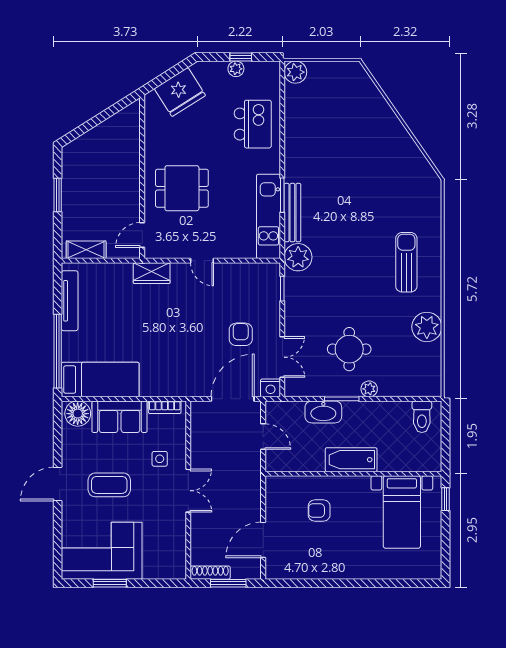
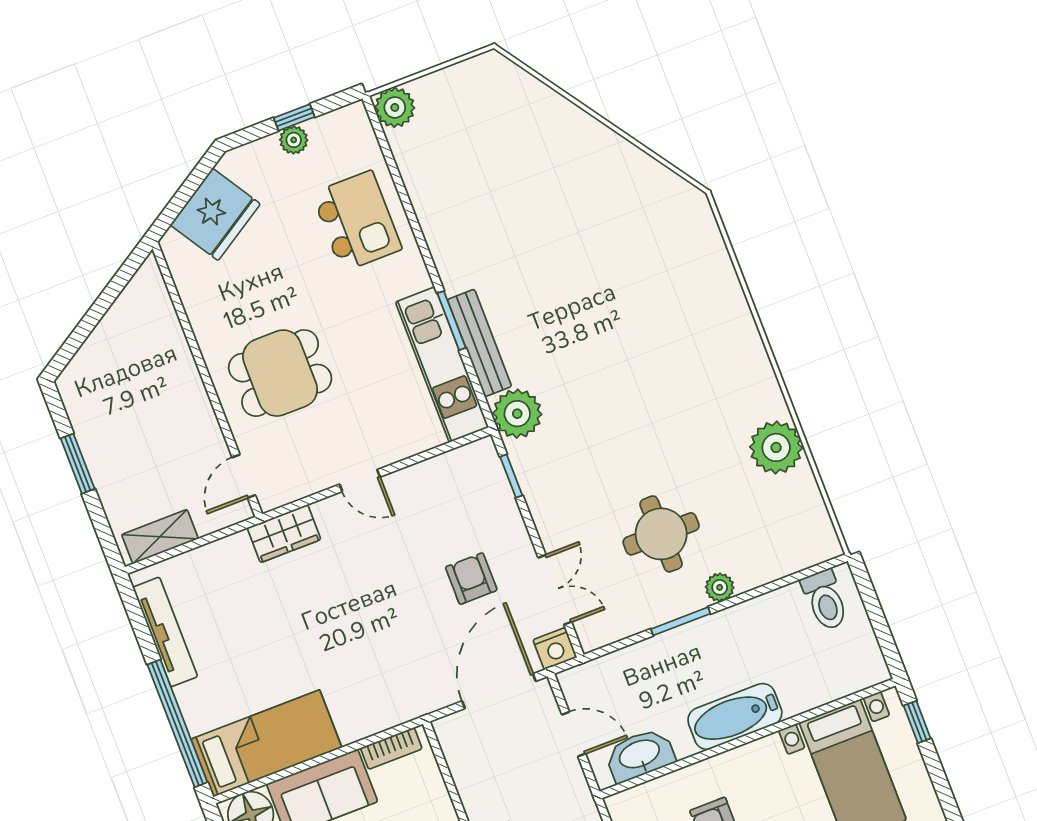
sun lounger: (406, 262) -> (701, 353), removed
washbasin: (323, 412) -> (640, 755), moved, turned 180

